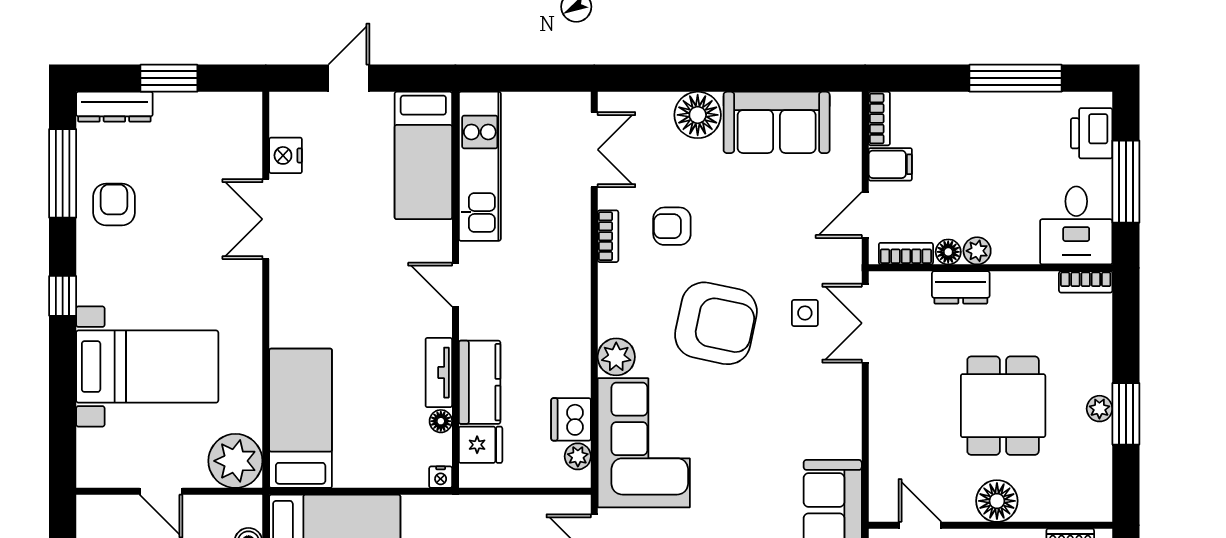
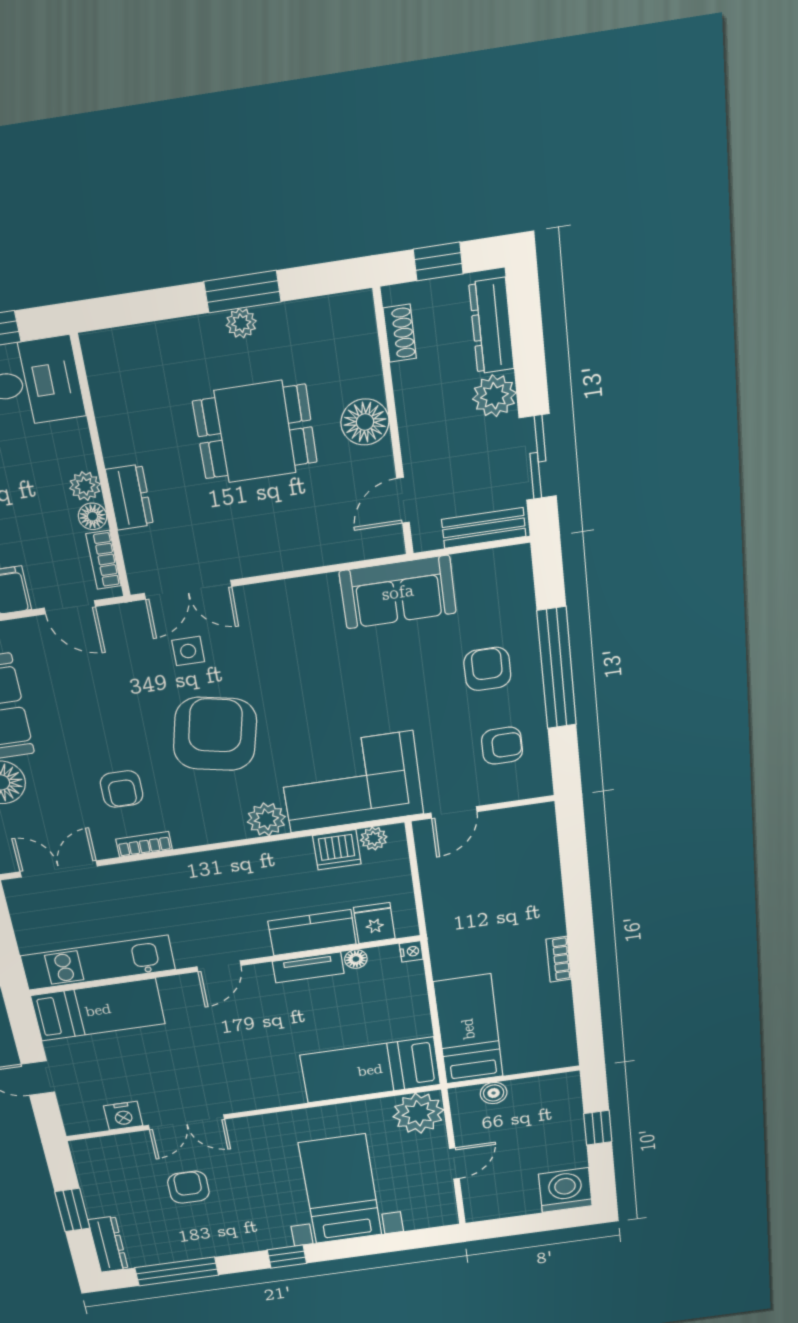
armchair: (114, 204) -> (188, 1187), moved, turned 90
bookcase: (1086, 282) -> (96, 362), removed

